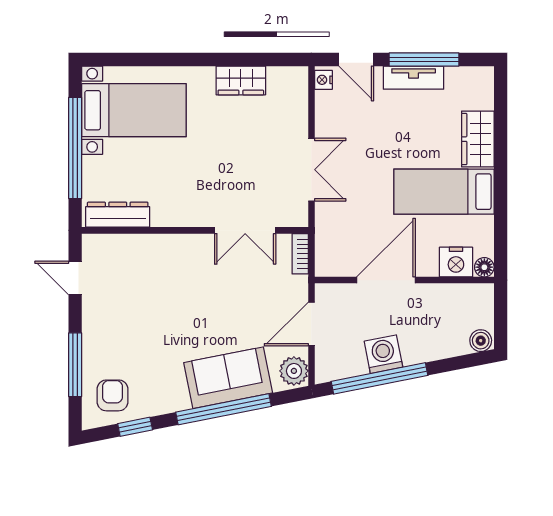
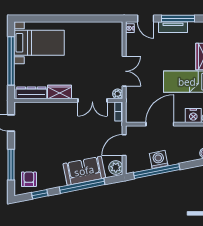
wardrobe: (241, 80) -> (60, 92), moved, turned 180
plant: (298, 217) -> (118, 94), added

